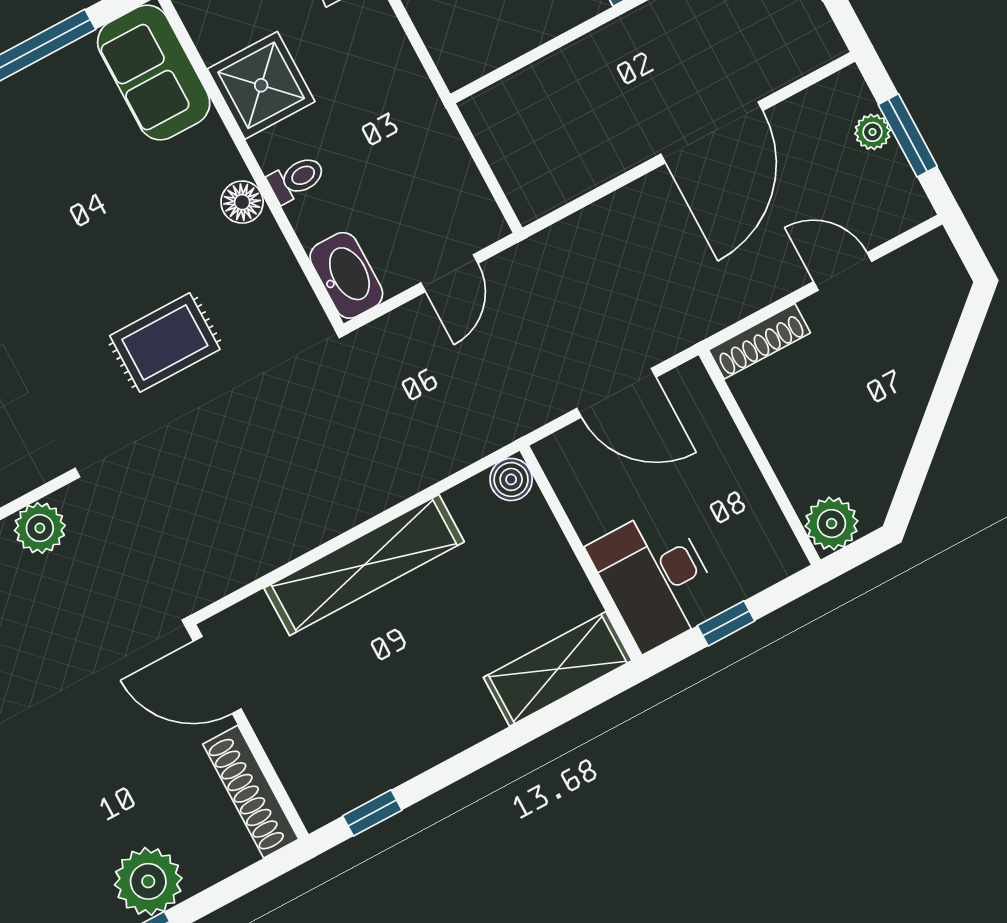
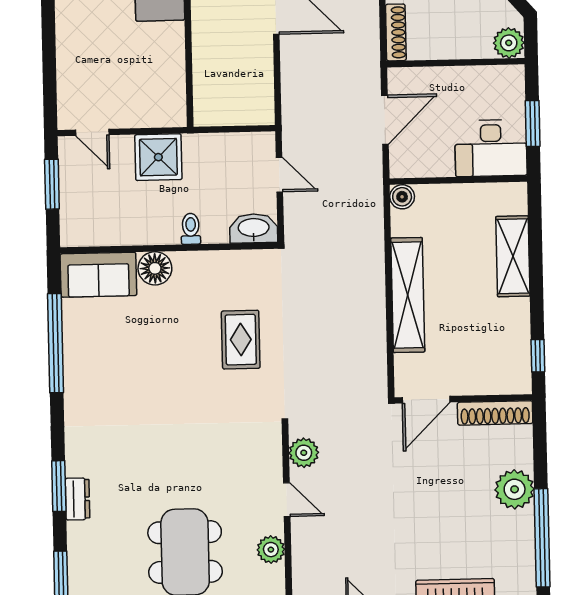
shower: (261, 85) -> (158, 157), moved
floor lamp: (242, 202) -> (155, 268), moved, width x1.38, depth x1.38
window: (726, 623) -> (533, 123), width x1.50
shelving: (558, 669) -> (513, 256), moved

